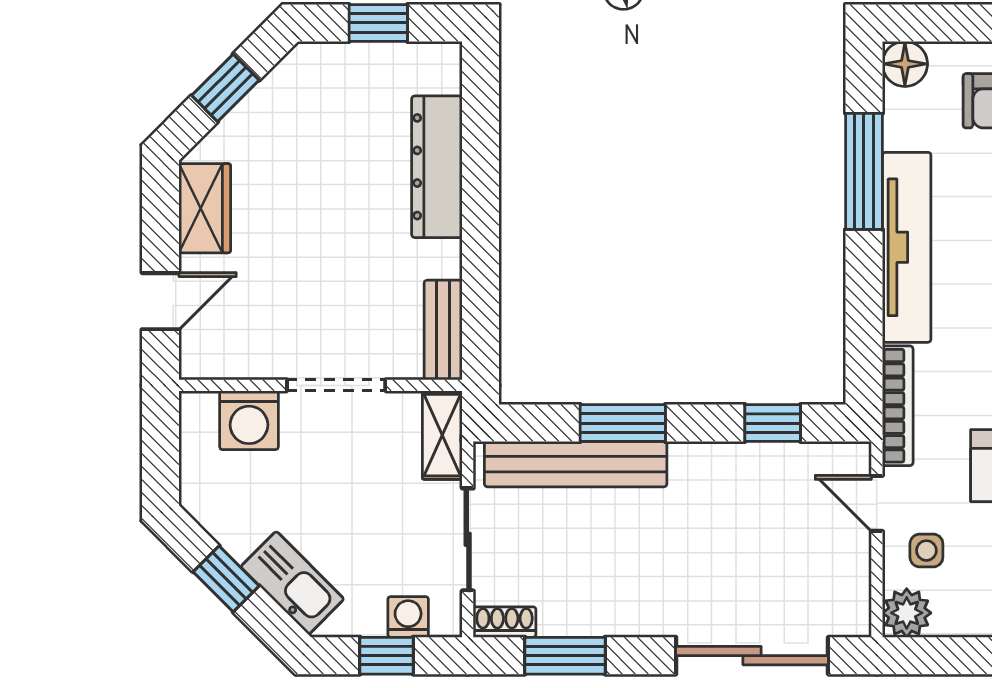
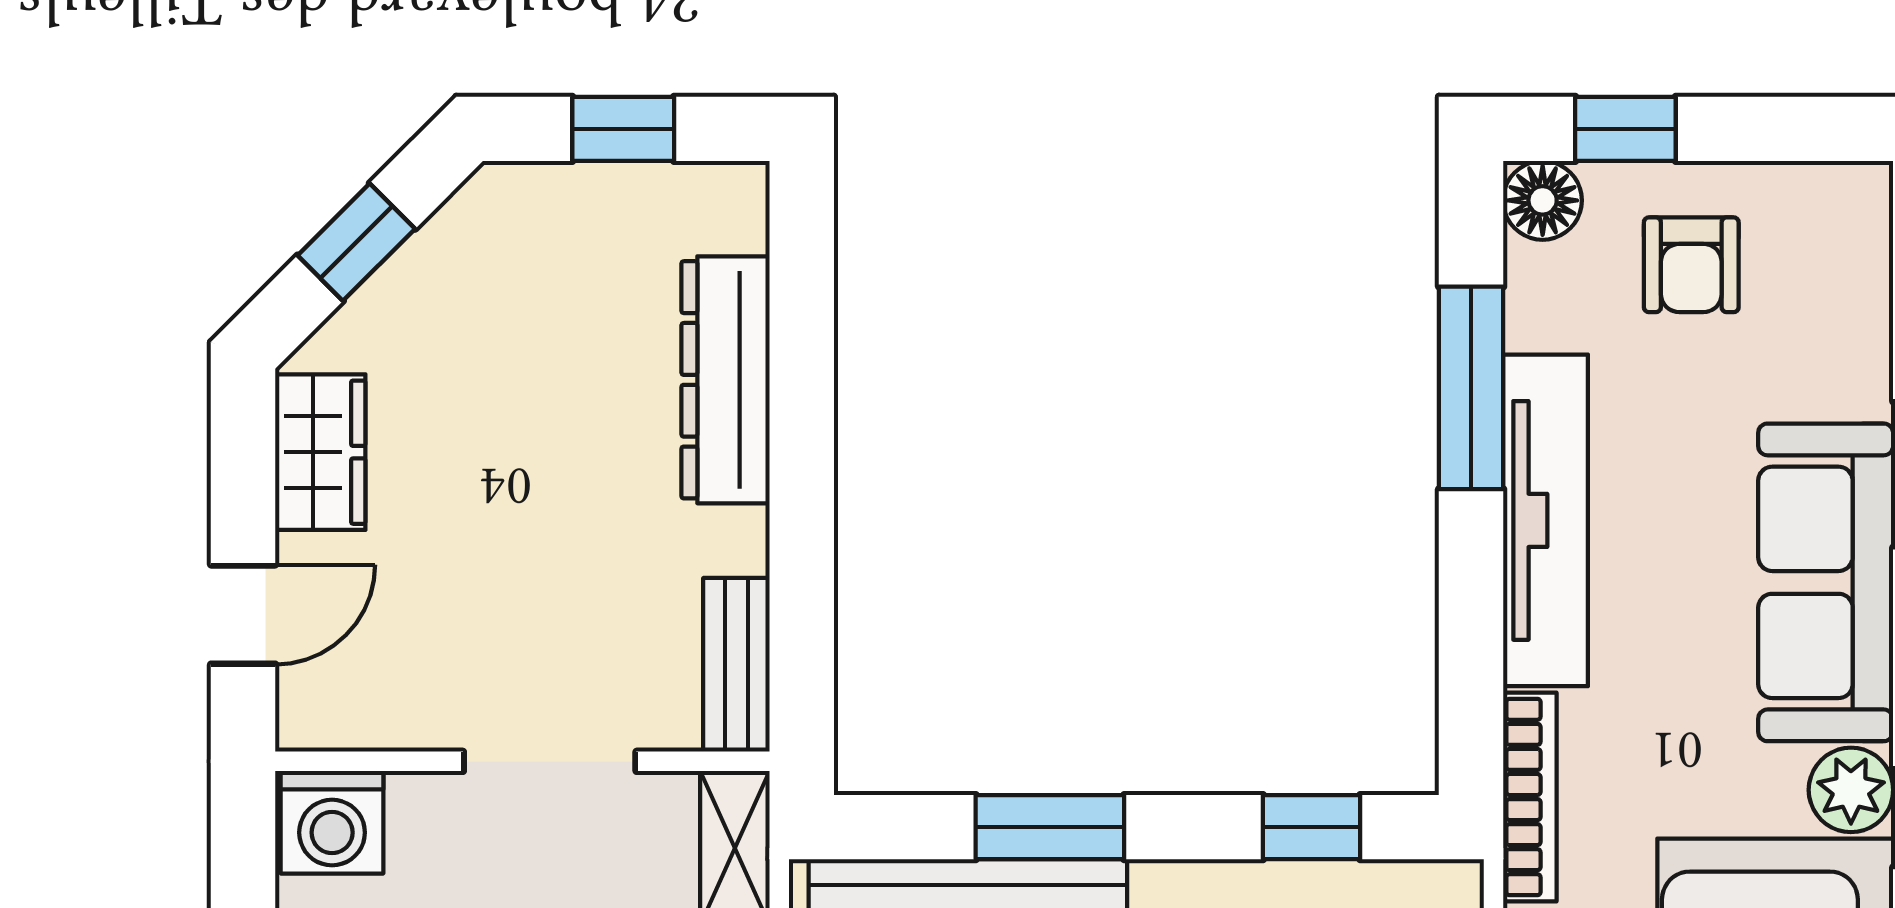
window: (952, 23) -> (1625, 129), added
washing machine: (249, 420) -> (332, 822), moved

